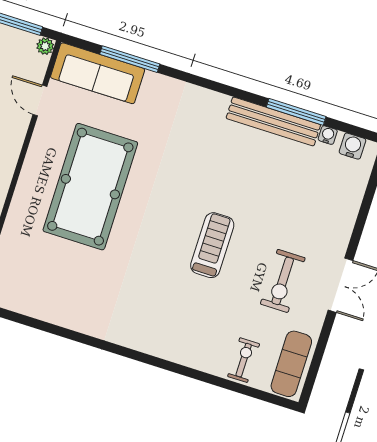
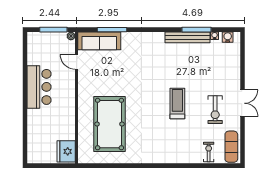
pool table: (90, 187) -> (109, 124), moved

